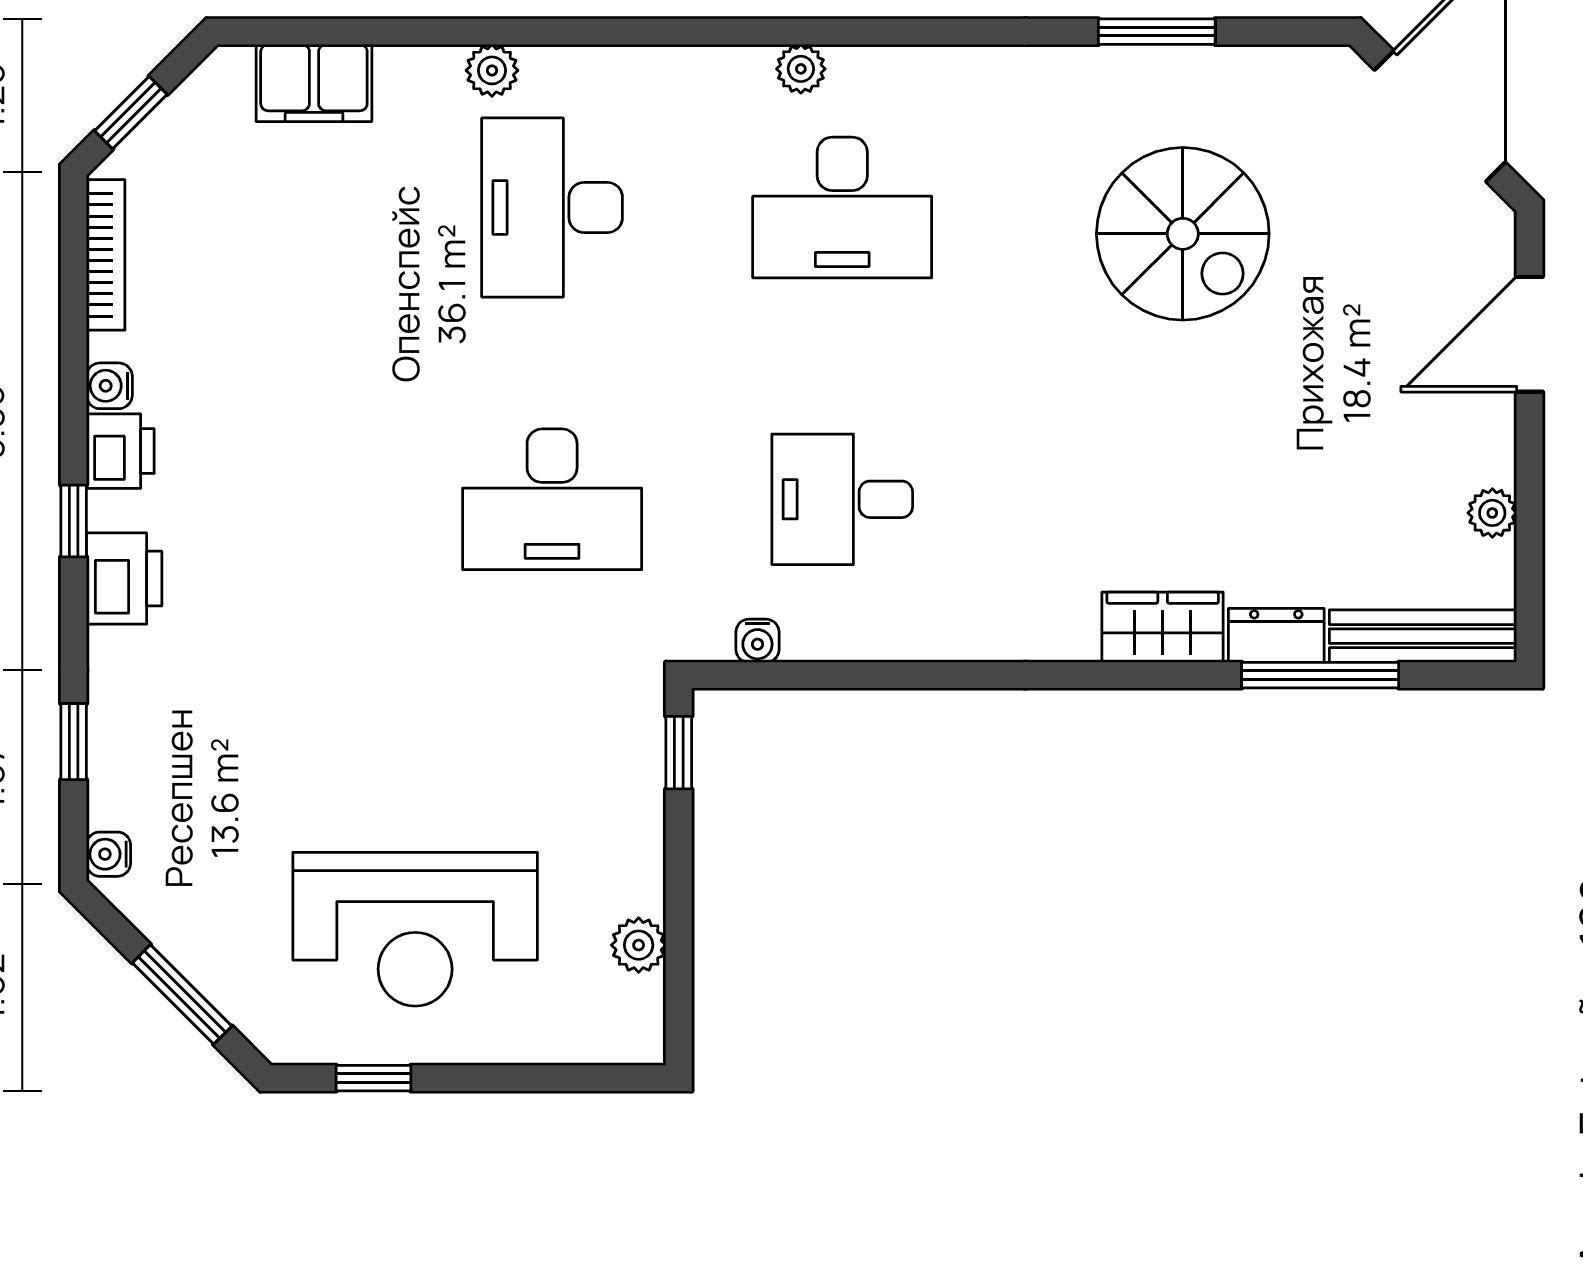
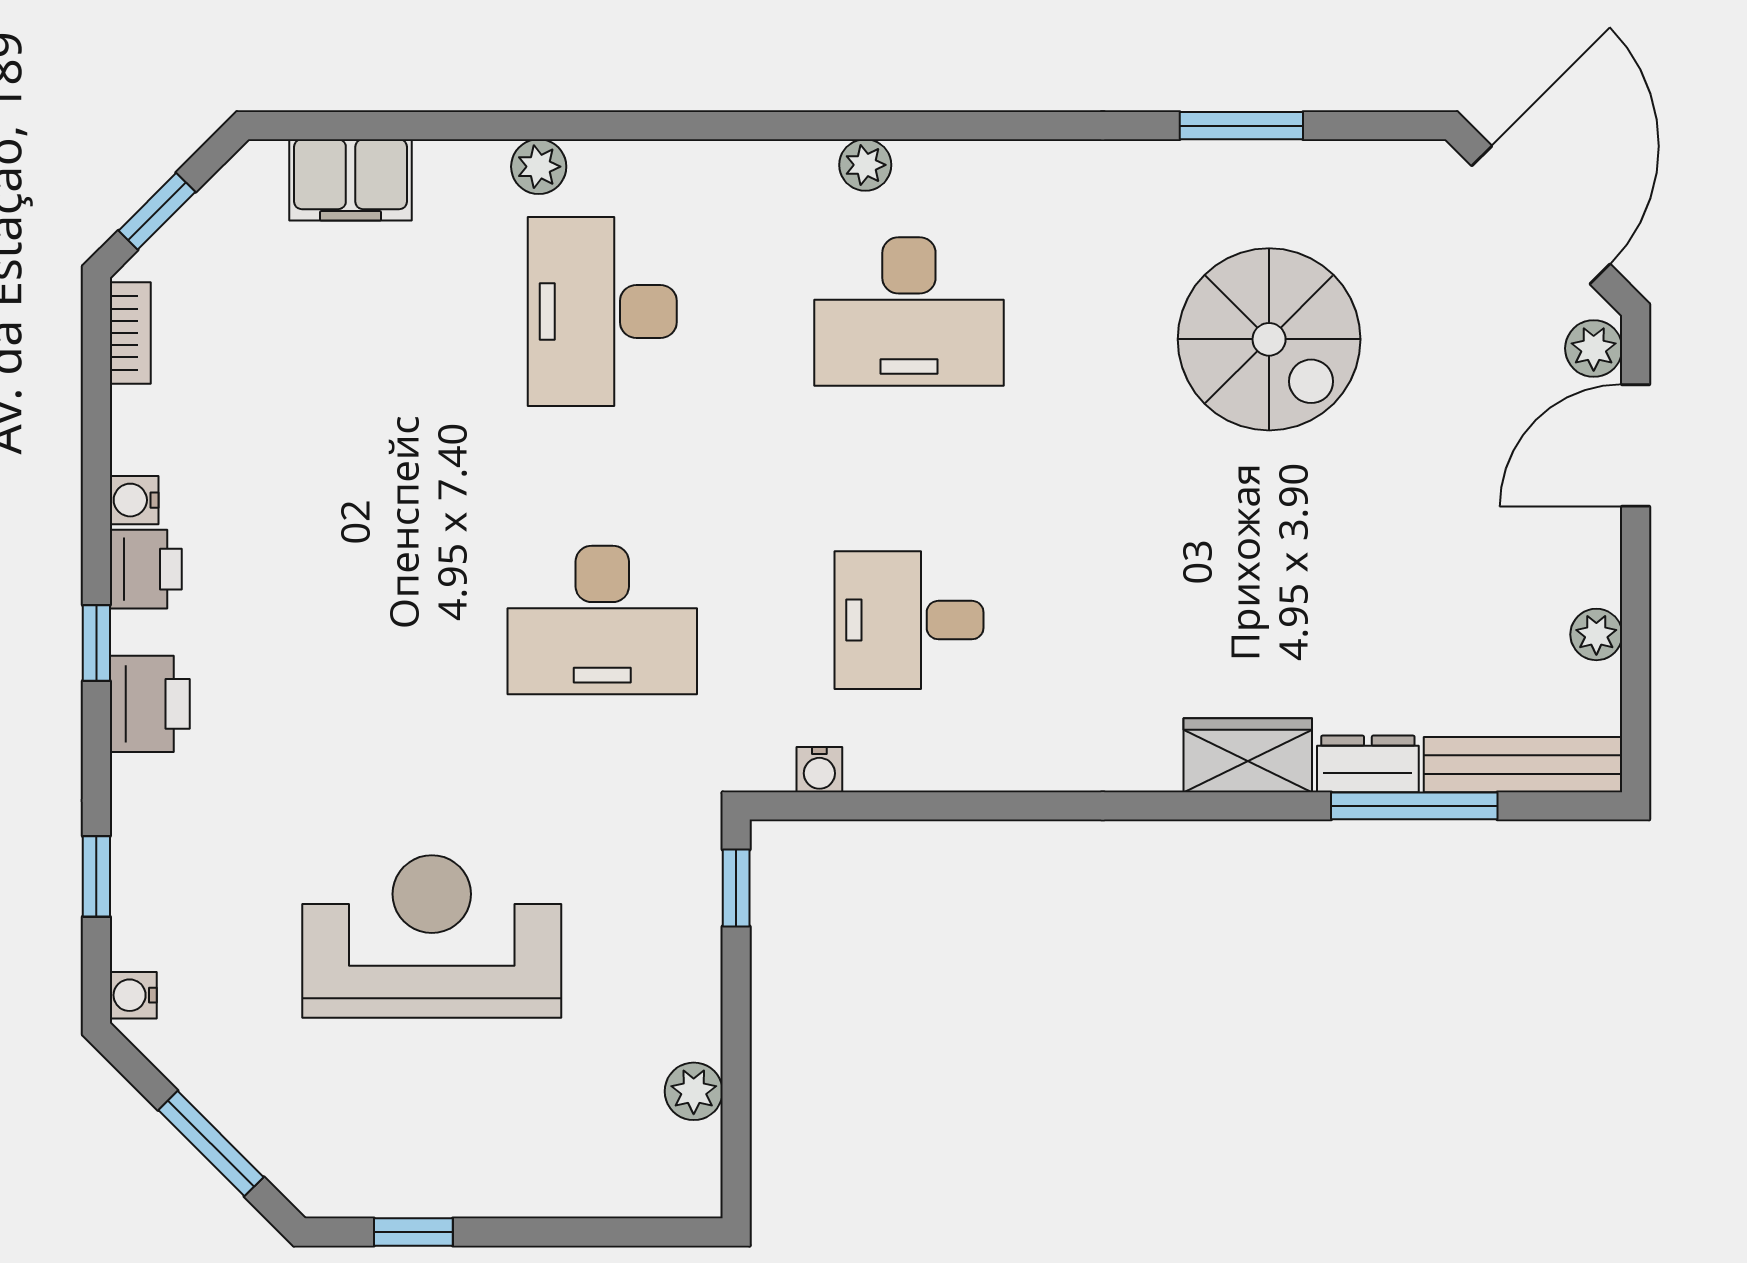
plant: (1490, 242) -> (1594, 348), added
bookcase: (106, 255) -> (130, 333), width x0.64
reception desk: (415, 929) -> (432, 936), moved, turned 180

